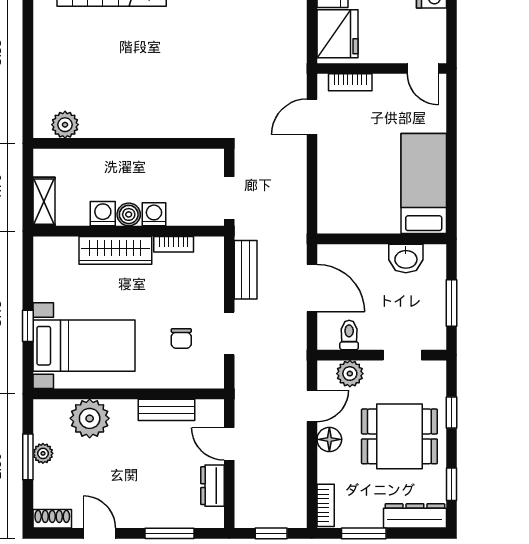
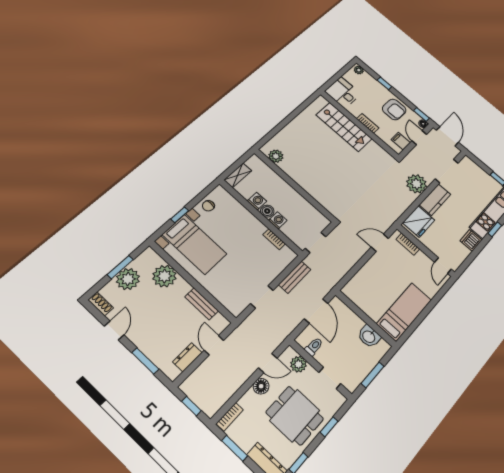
wardrobe: (115, 250) -> (247, 219), removed
chair: (181, 338) -> (208, 206), moved
plant: (43, 453) -> (128, 279), width x1.88, depth x1.88

